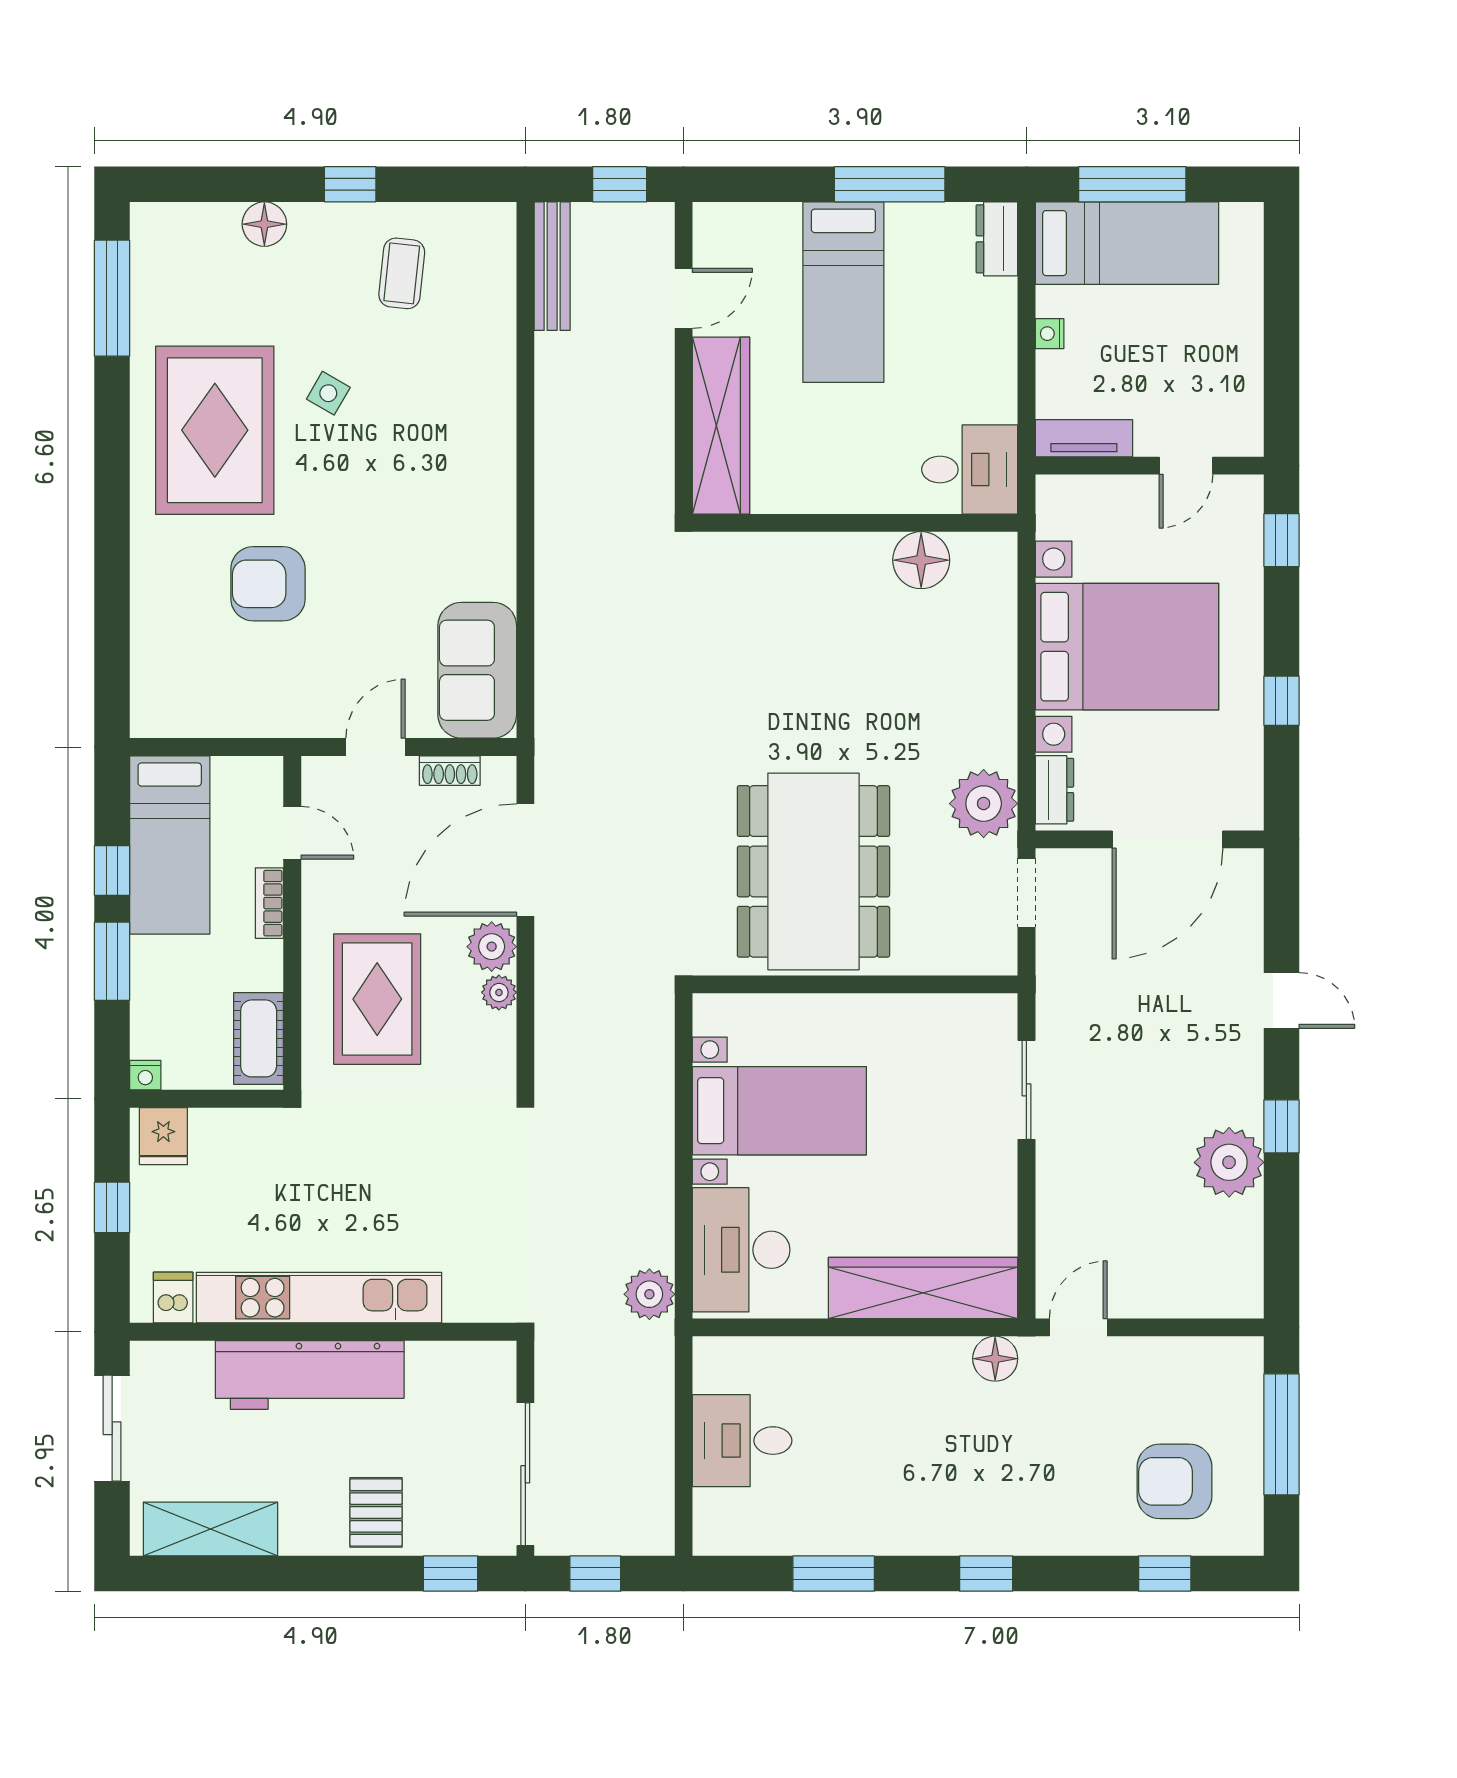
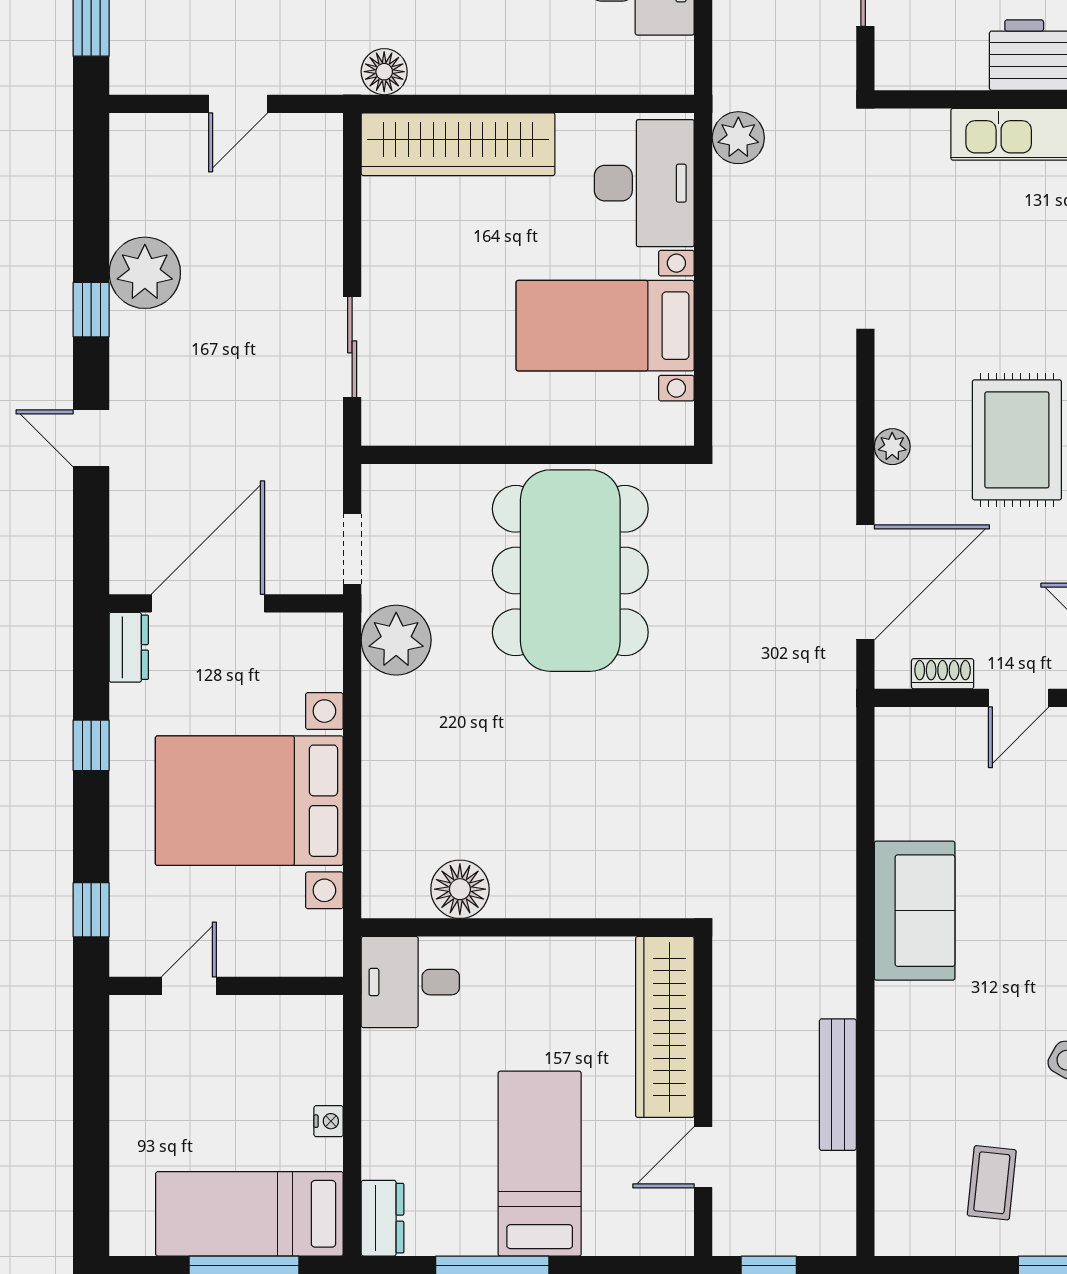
bench: (552, 266) -> (838, 1085), moved
tv unit: (1084, 438) -> (293, 1014), removed
sofa: (477, 670) -> (915, 911), moved
dresser: (1054, 790) -> (129, 647), moved, turned 180
plant: (492, 947) -> (900, 494), removed
door: (1078, 1327) -> (238, 104), moved

